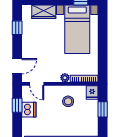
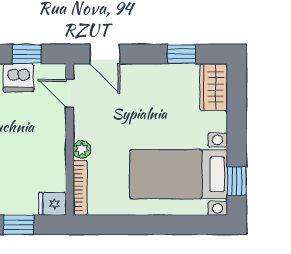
wardrobe: (44, 12) -> (214, 87), moved
door: (37, 84) -> (70, 93), hinge flipped
stool: (68, 101) -> (35, 156), removed

